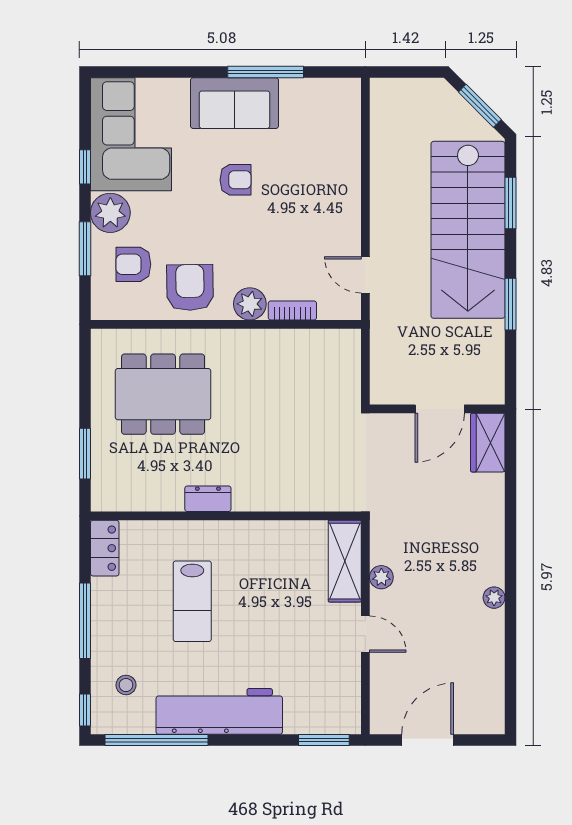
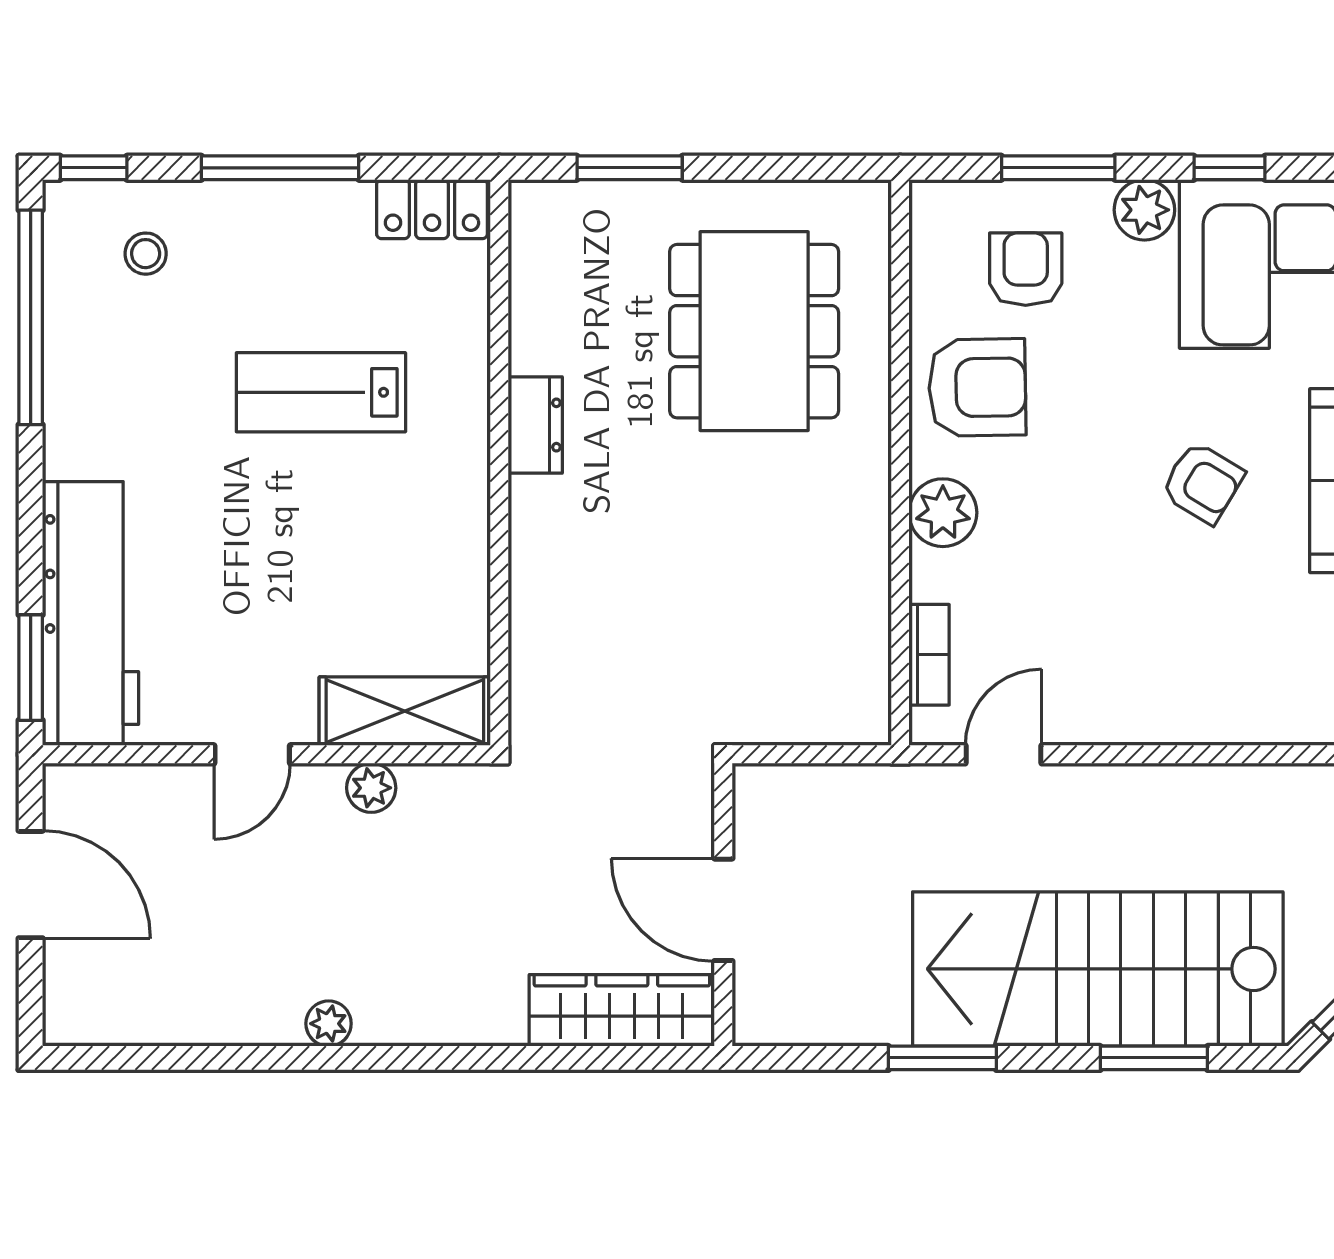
armchair: (236, 180) -> (1203, 483), turned -59
plant: (110, 213) -> (1144, 210), width x0.73, depth x0.73
bookcase: (292, 310) -> (929, 655), moved
wardrobe: (488, 443) -> (622, 1010), width x1.50
workbench: (219, 711) -> (90, 614), moved

